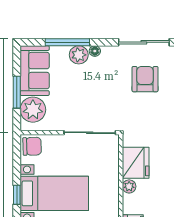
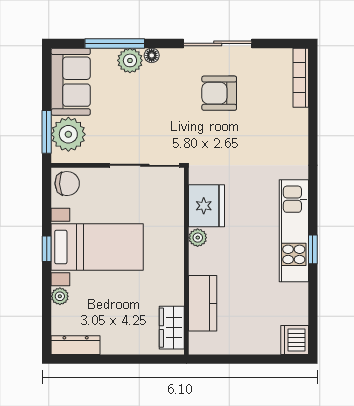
armchair: (145, 79) -> (219, 93), turned -90
window: (17, 92) -> (47, 132), moved

